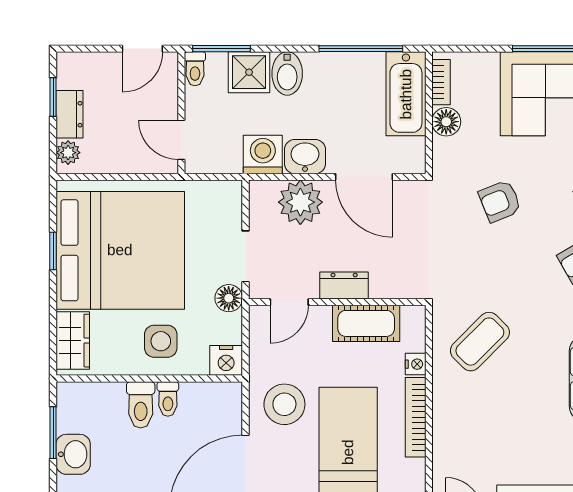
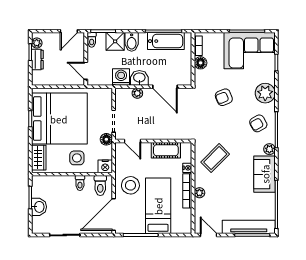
bathtub: (406, 94) -> (166, 41), moved, turned -90
plant: (68, 153) -> (37, 43), moved
plant: (300, 202) -> (137, 93), width x0.53, depth x0.53
dresser: (344, 286) -> (156, 134), removed
door: (289, 302) -> (133, 141), hinge flipped
toilet: (141, 405) -> (100, 186), moved
plant: (444, 422) -> (199, 193), added

